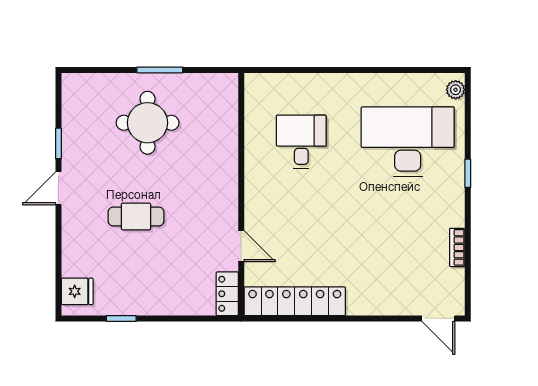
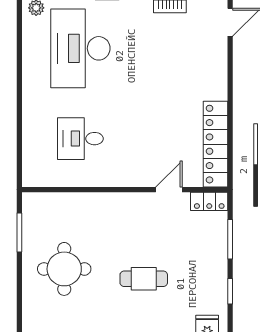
window: (160, 70) -> (19, 232), moved
cafe table: (136, 216) -> (144, 279), turned 90
window: (183, 318) -> (230, 239), added

